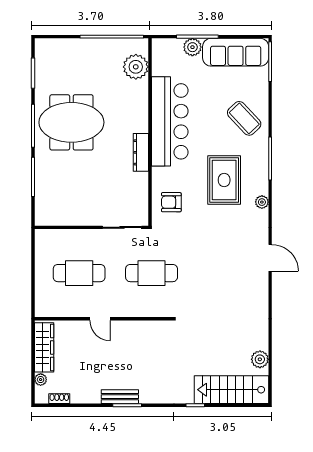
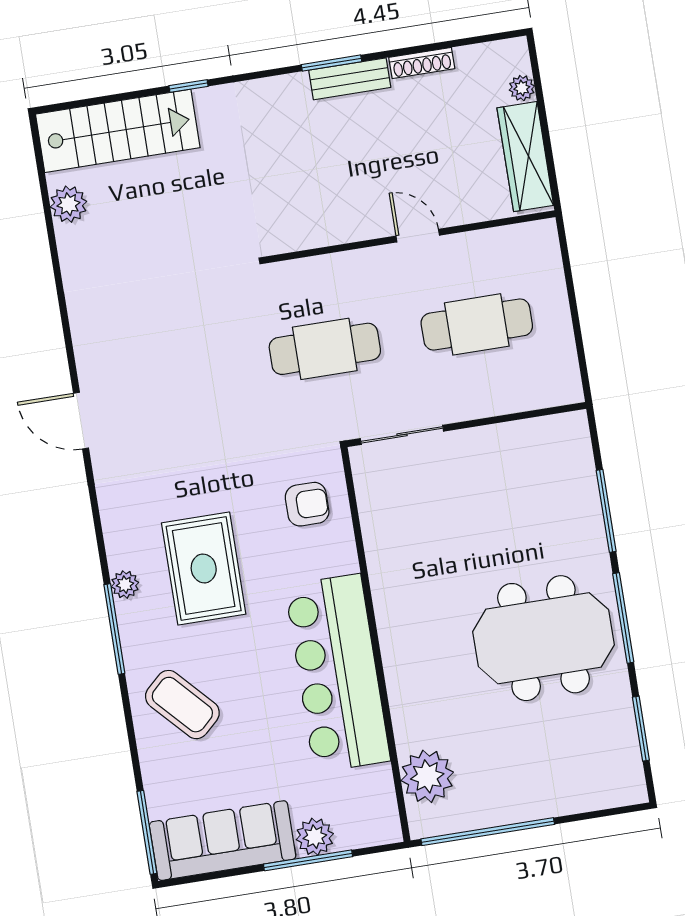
dresser: (141, 152) -> (388, 598), removed
plant: (262, 202) -> (125, 585), moved
shoe rack: (59, 399) -> (422, 63), moved, width x1.43

